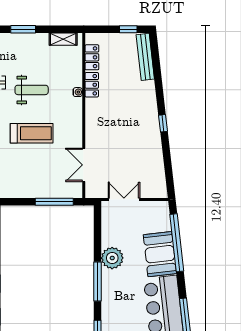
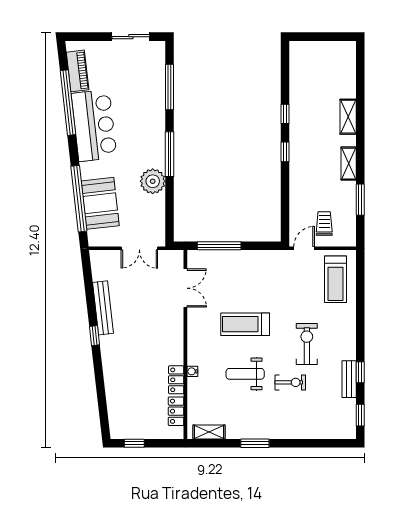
bench: (145, 57) -> (103, 308), moved
booth: (160, 254) -> (100, 203), moved

